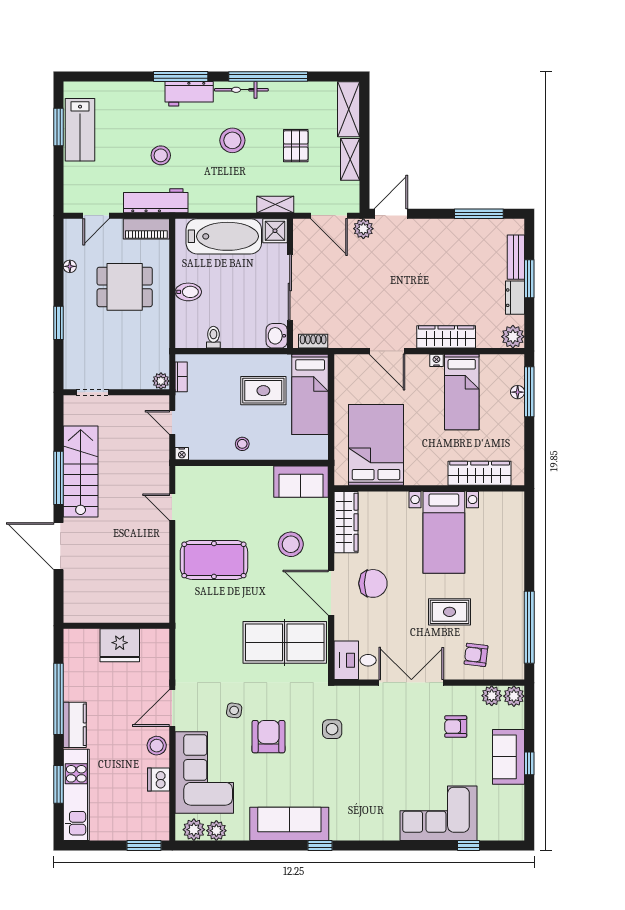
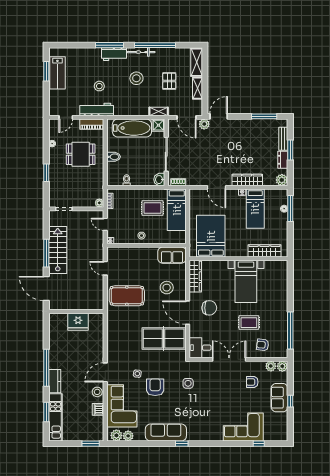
wall: (116, 626) -> (76, 311), moved
fridge: (120, 645) -> (78, 322), moved

